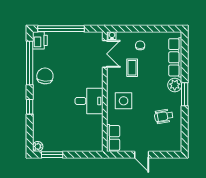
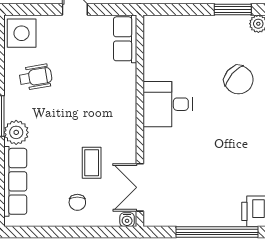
chair: (45, 76) -> (239, 80), moved, turned -54
side table: (124, 101) -> (22, 33), moved

